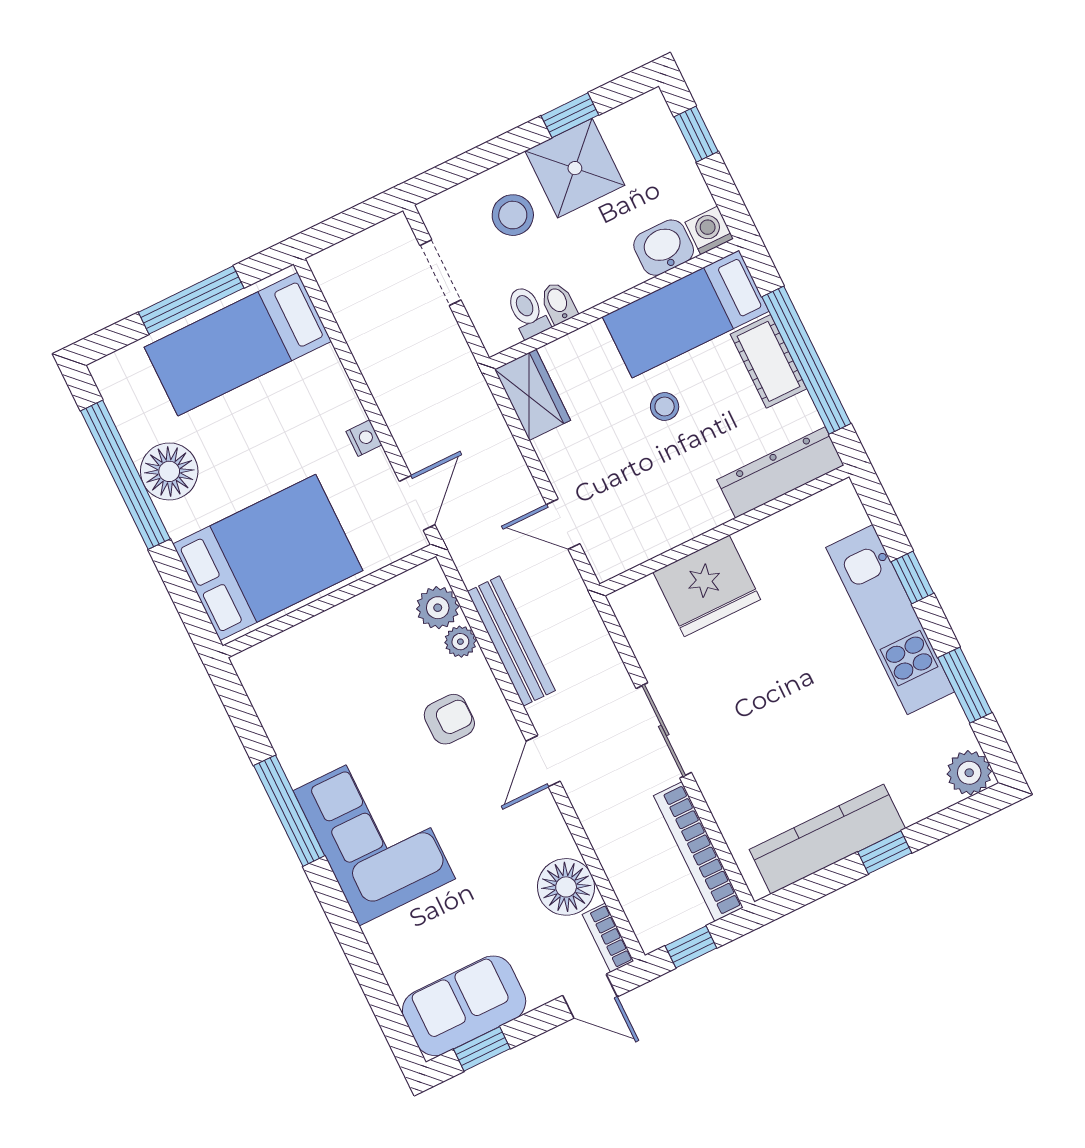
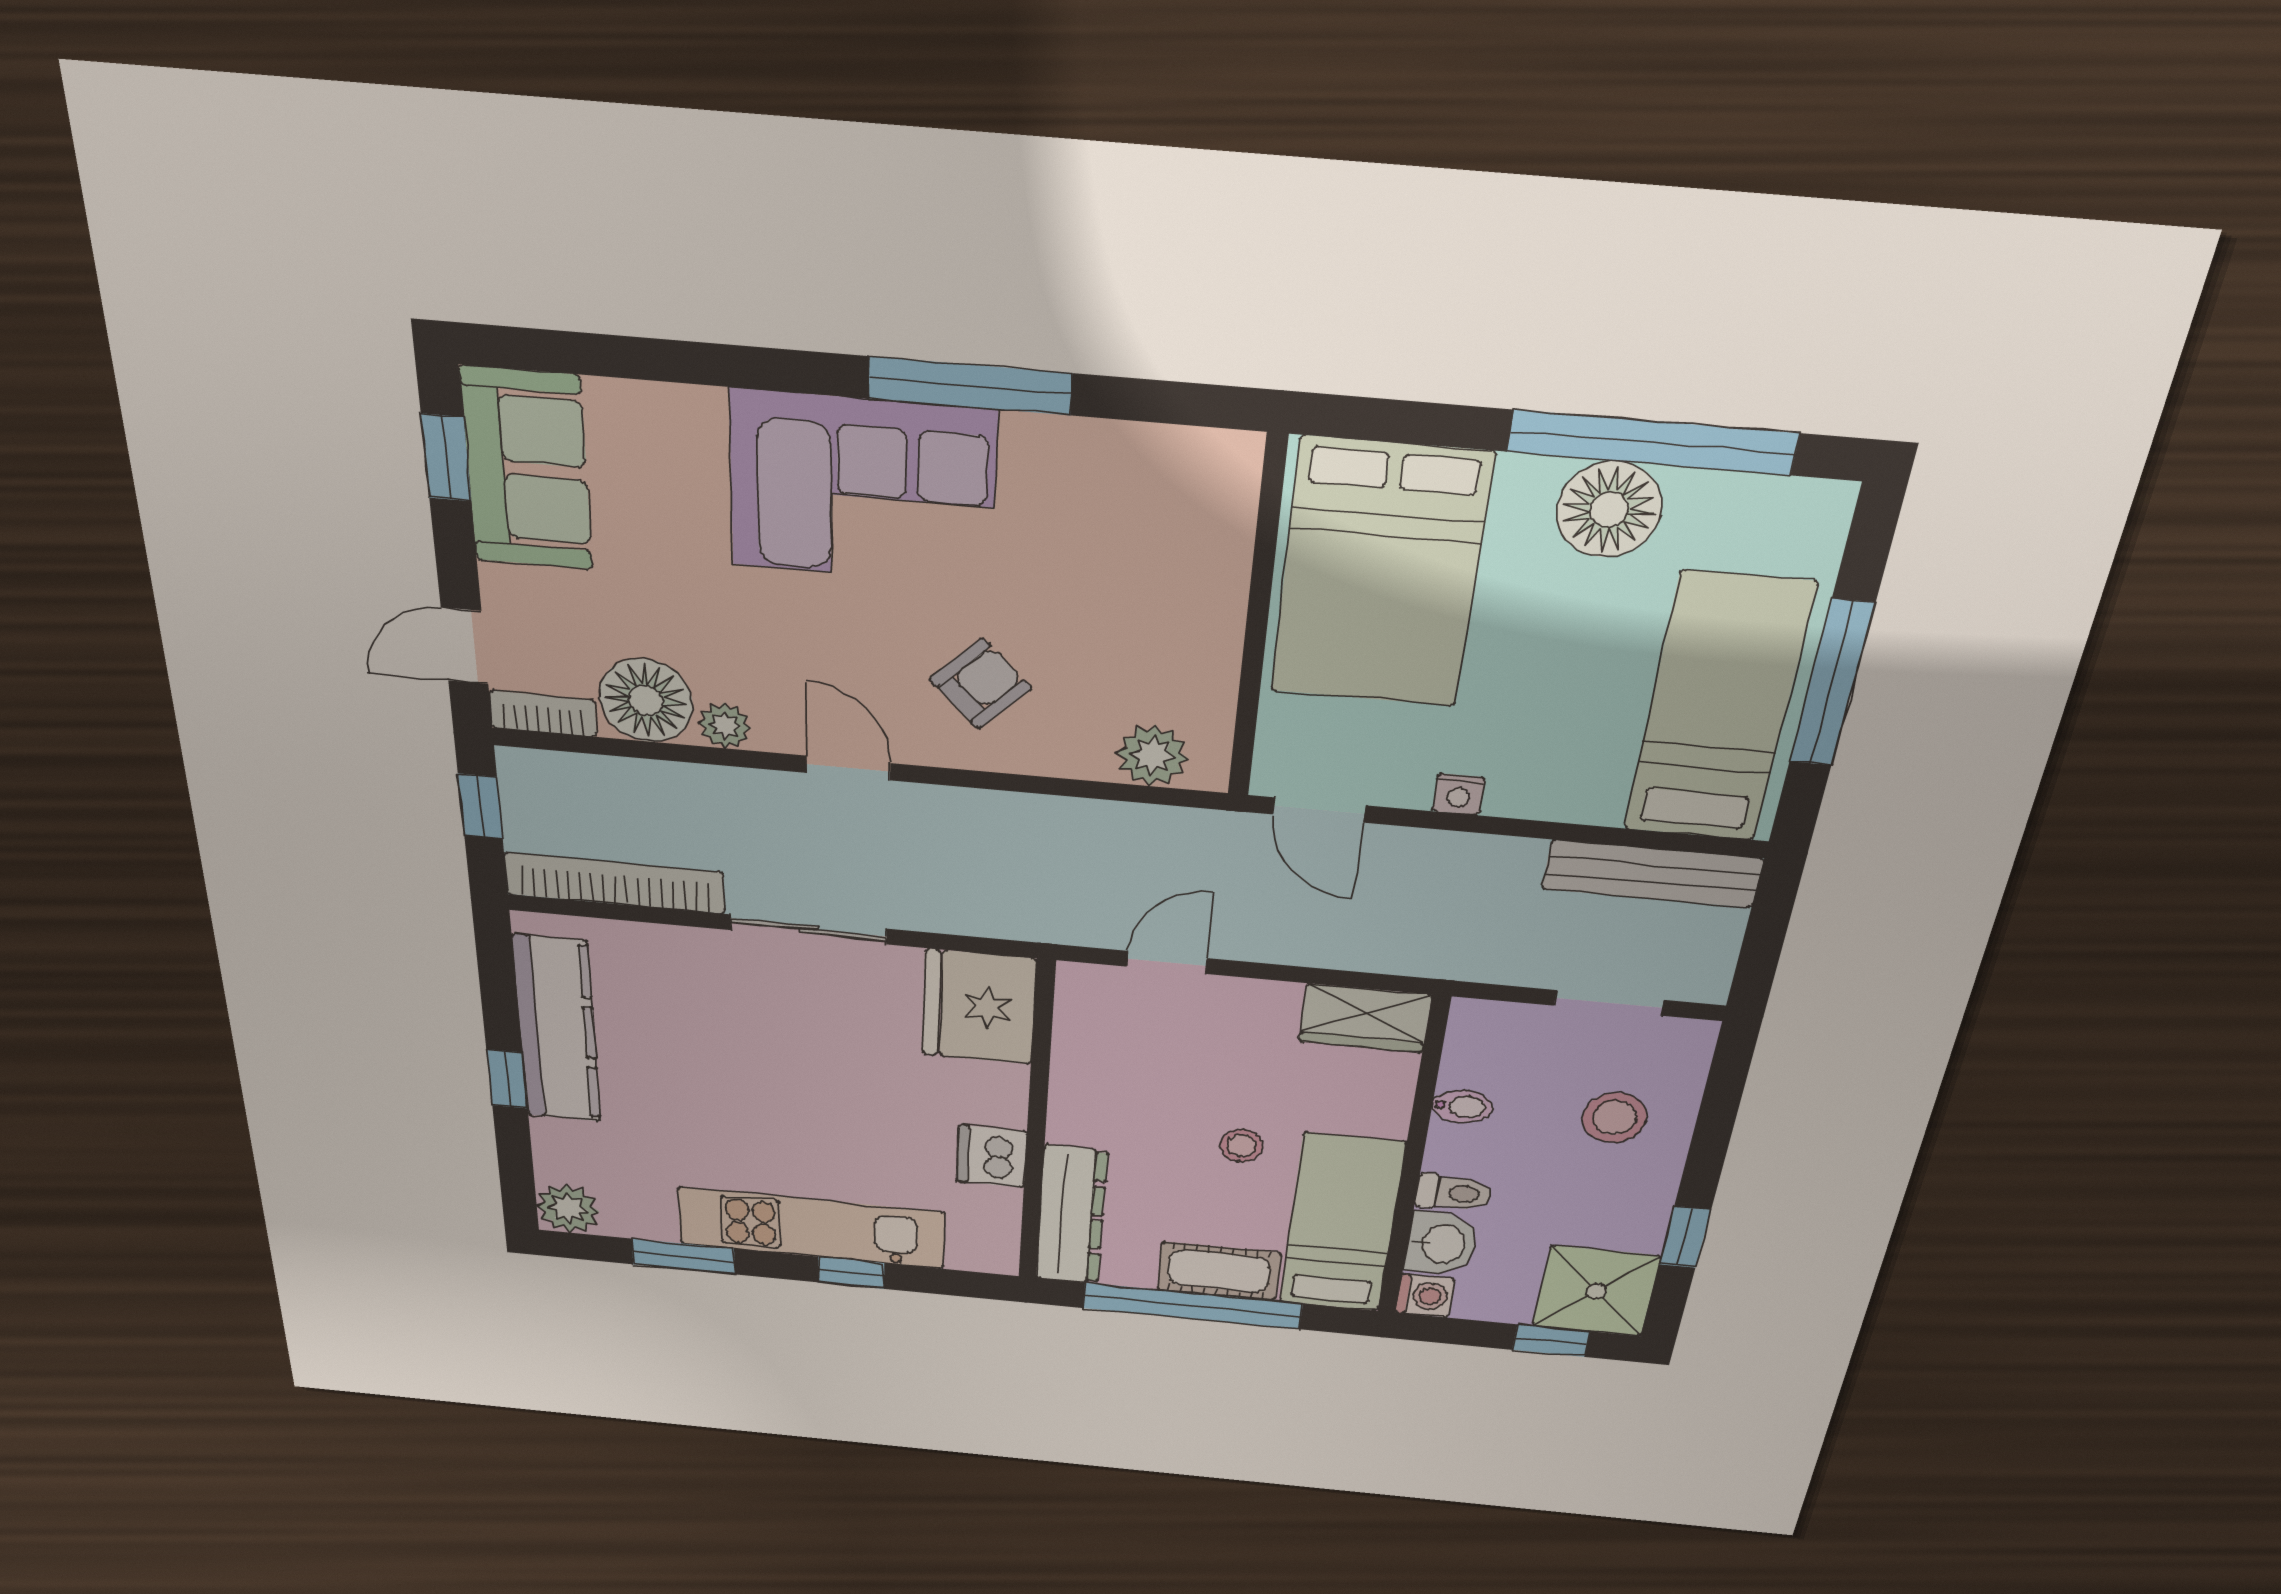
shower: (575, 168) -> (1596, 1291), moved
toilet: (528, 312) -> (1454, 1193), moved
dishwasher: (764, 543) -> (992, 1156), added
fridge: (707, 586) -> (979, 1007), moved
bench: (511, 641) -> (1652, 874), moved
plant: (460, 642) -> (725, 726), moved
armchair: (449, 719) -> (980, 684), turned -135

